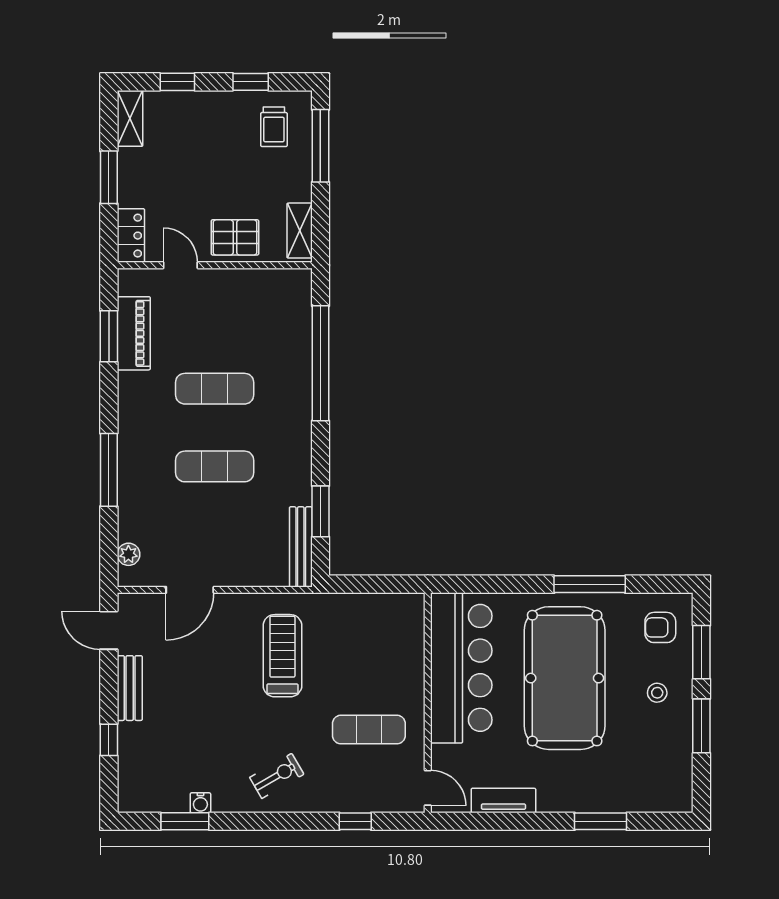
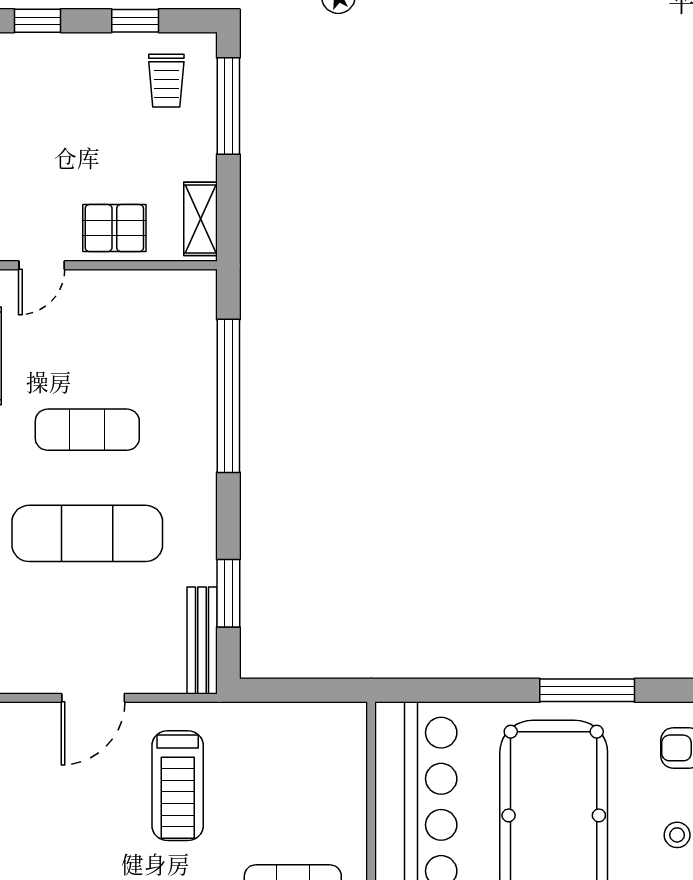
door: (180, 265) -> (42, 265), swing flipped
exercise mat: (215, 466) -> (87, 533), width x1.36, depth x1.45
door: (190, 590) -> (93, 698), moved
treadmill: (282, 656) -> (178, 786), turned 180

